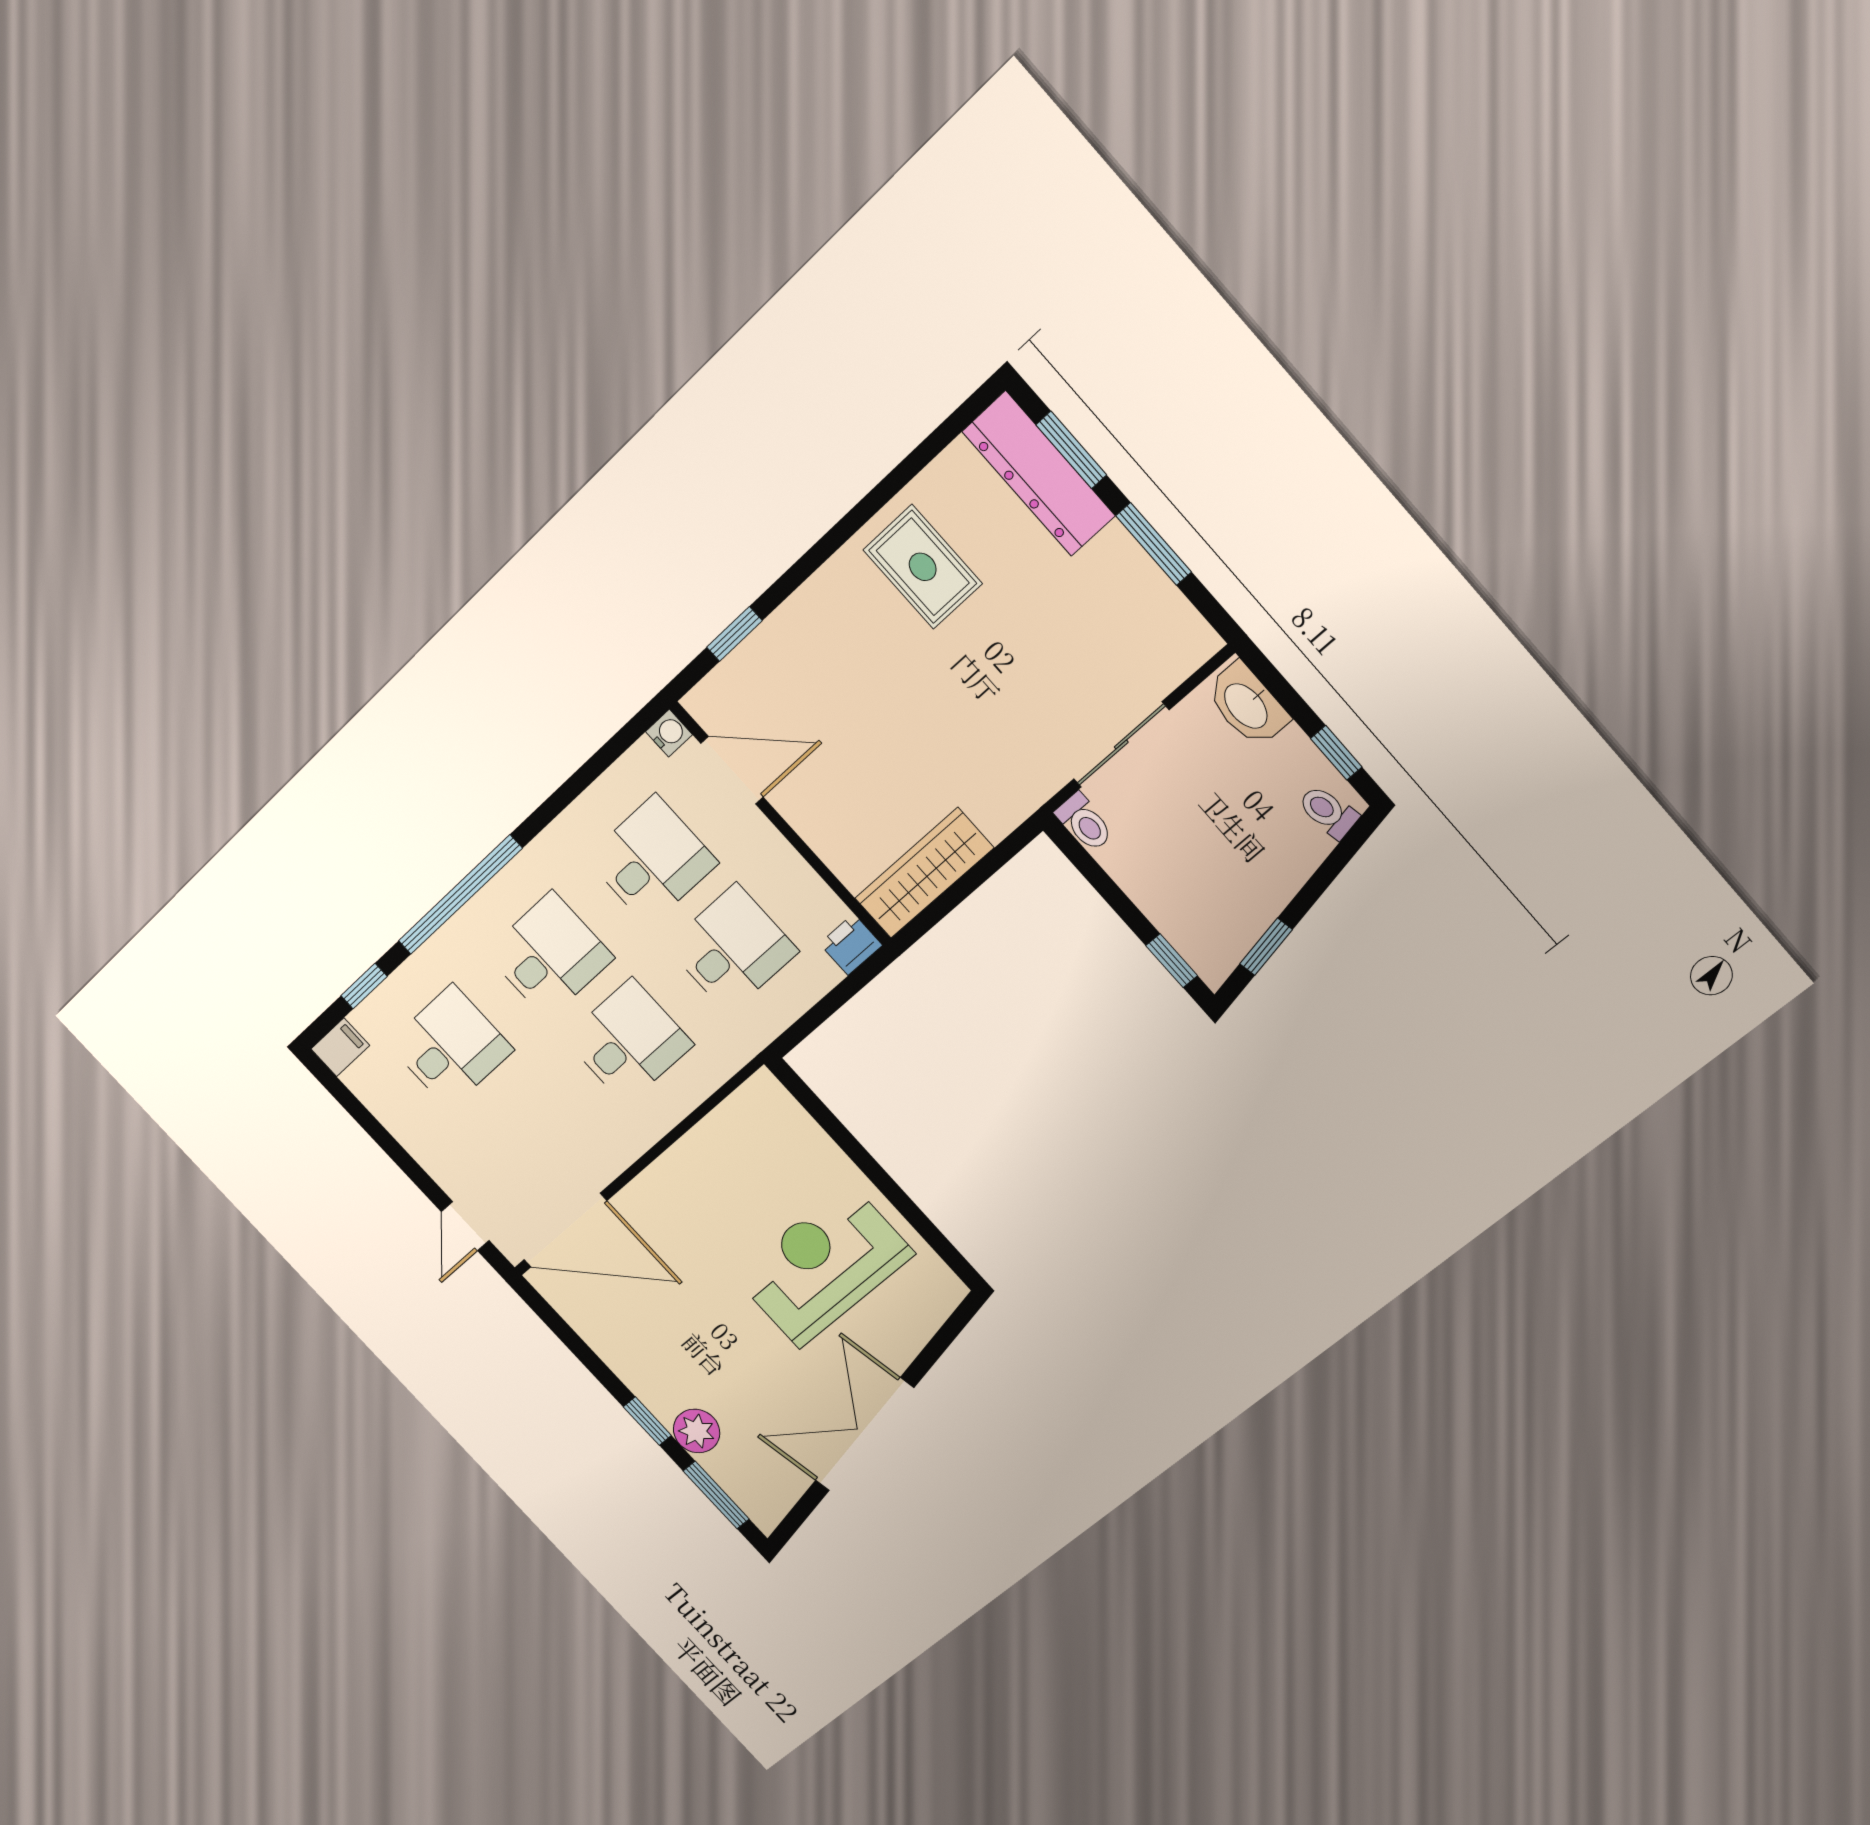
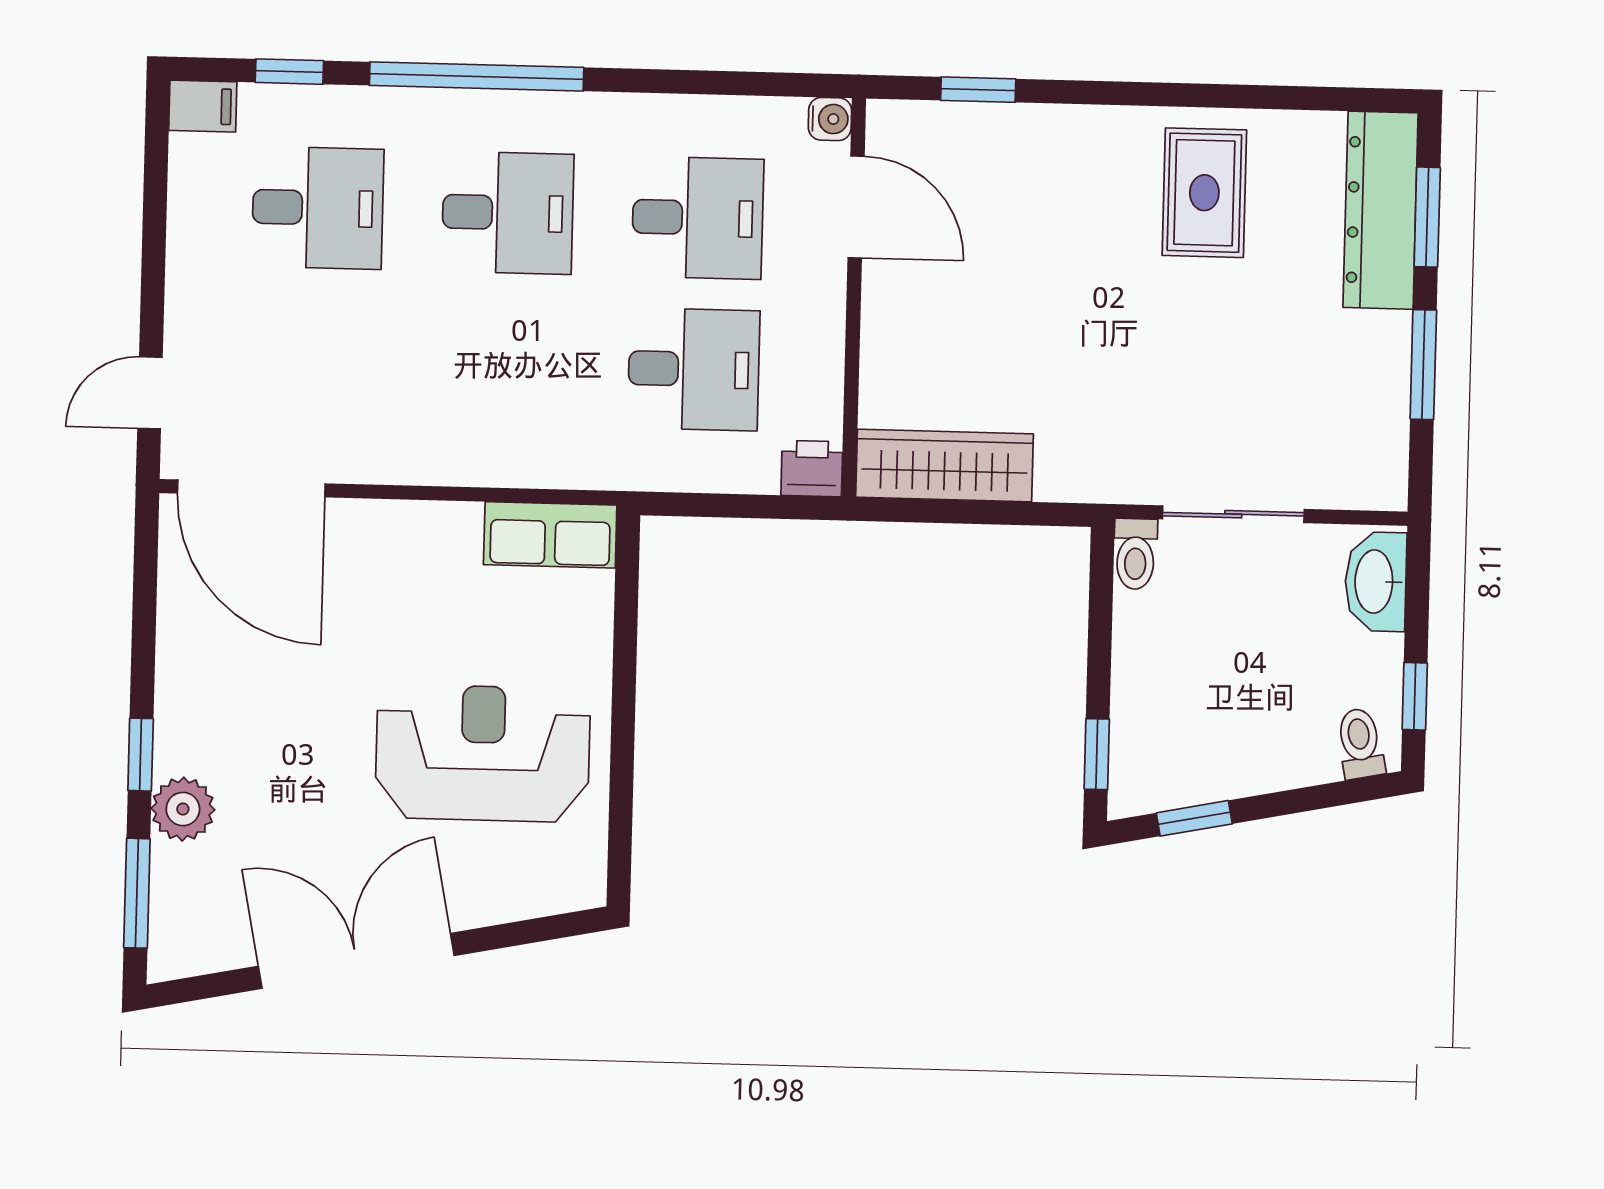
desk: (629, 1042) -> (504, 364), removed
row of seats: (744, 1113) -> (550, 535), added

